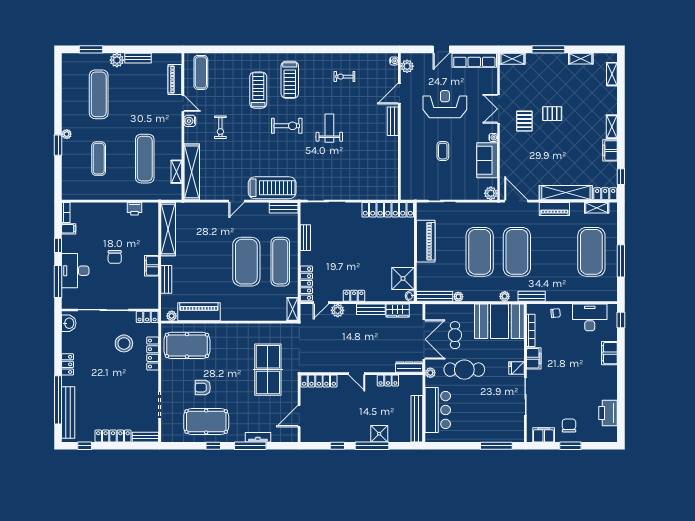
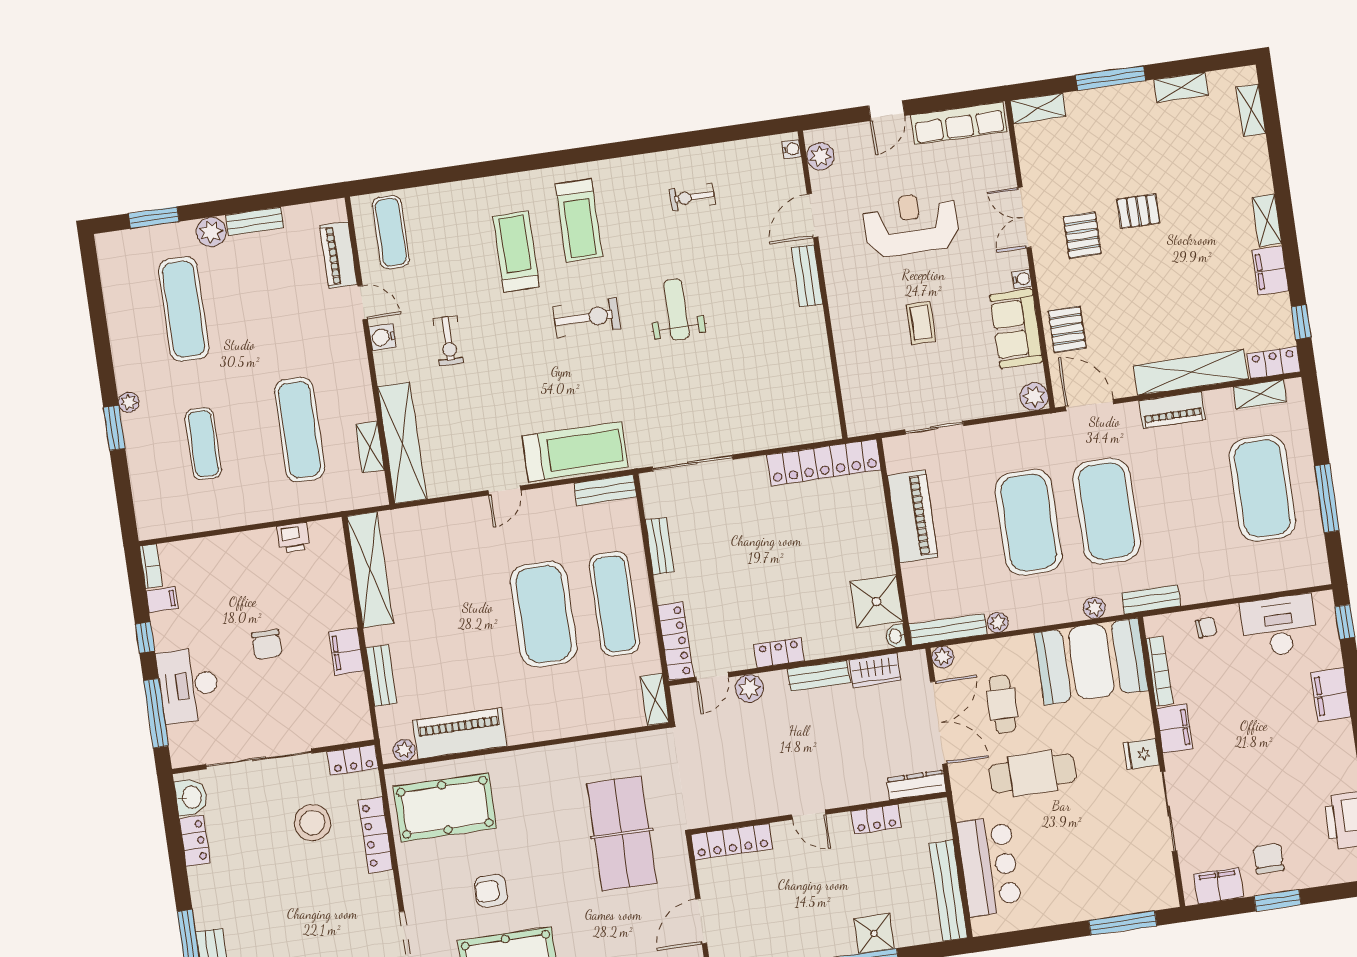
pallet: (511, 164) -> (1067, 329), added
locker: (68, 364) -> (195, 841), moved
plant: (430, 373) -> (943, 657), moved

